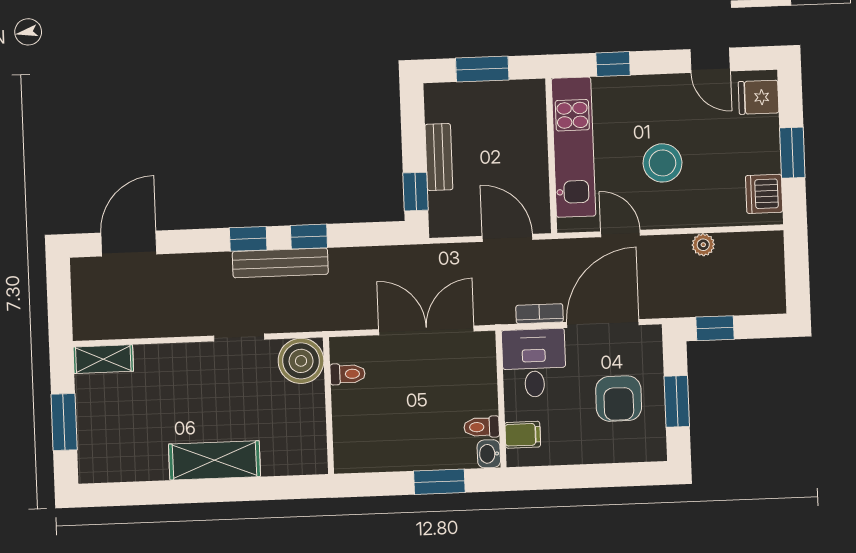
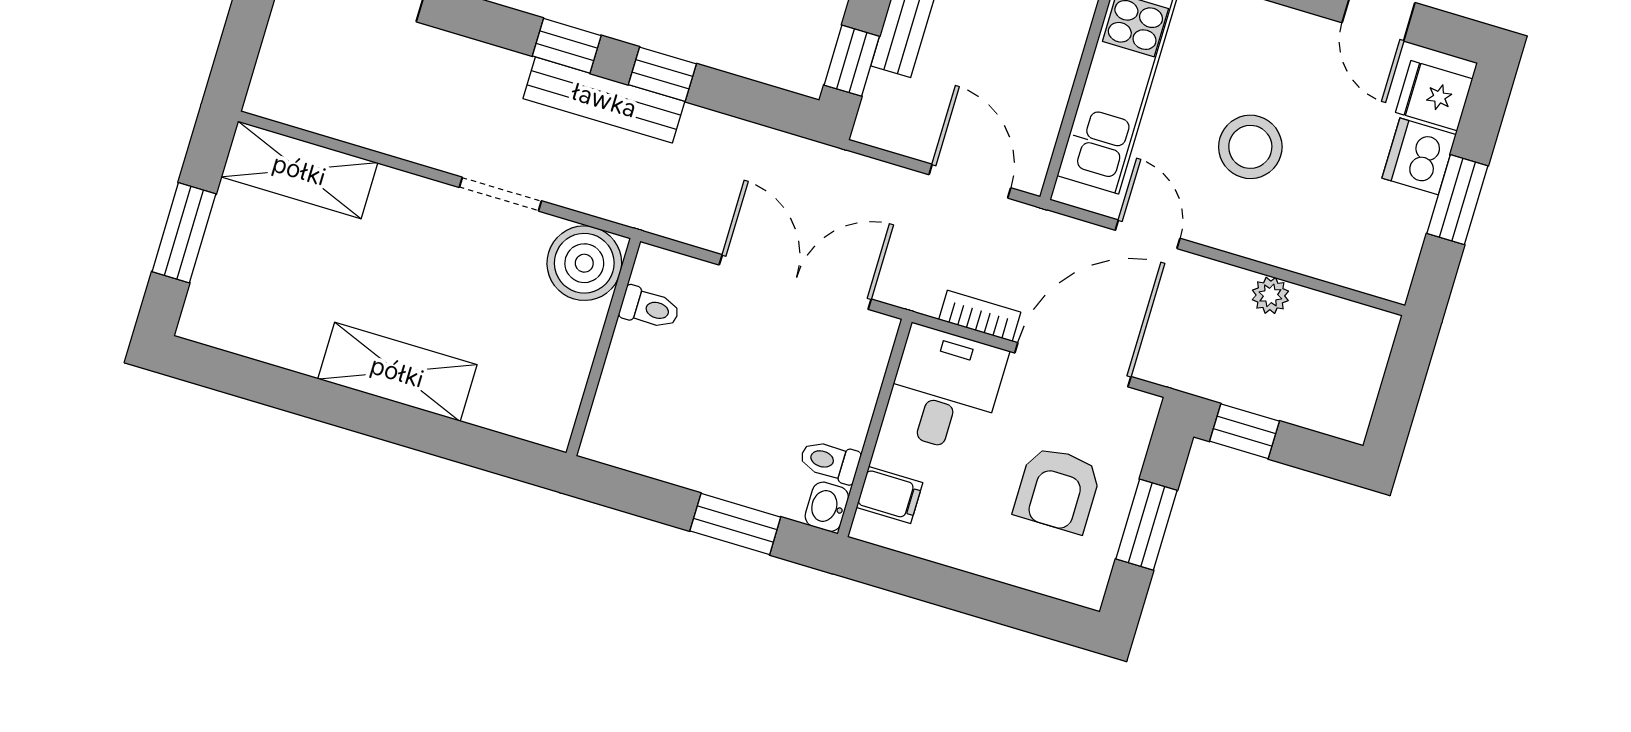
dishwasher: (764, 194) -> (1419, 156), moved
shelving: (103, 359) -> (299, 170), width x1.50, depth x1.33

